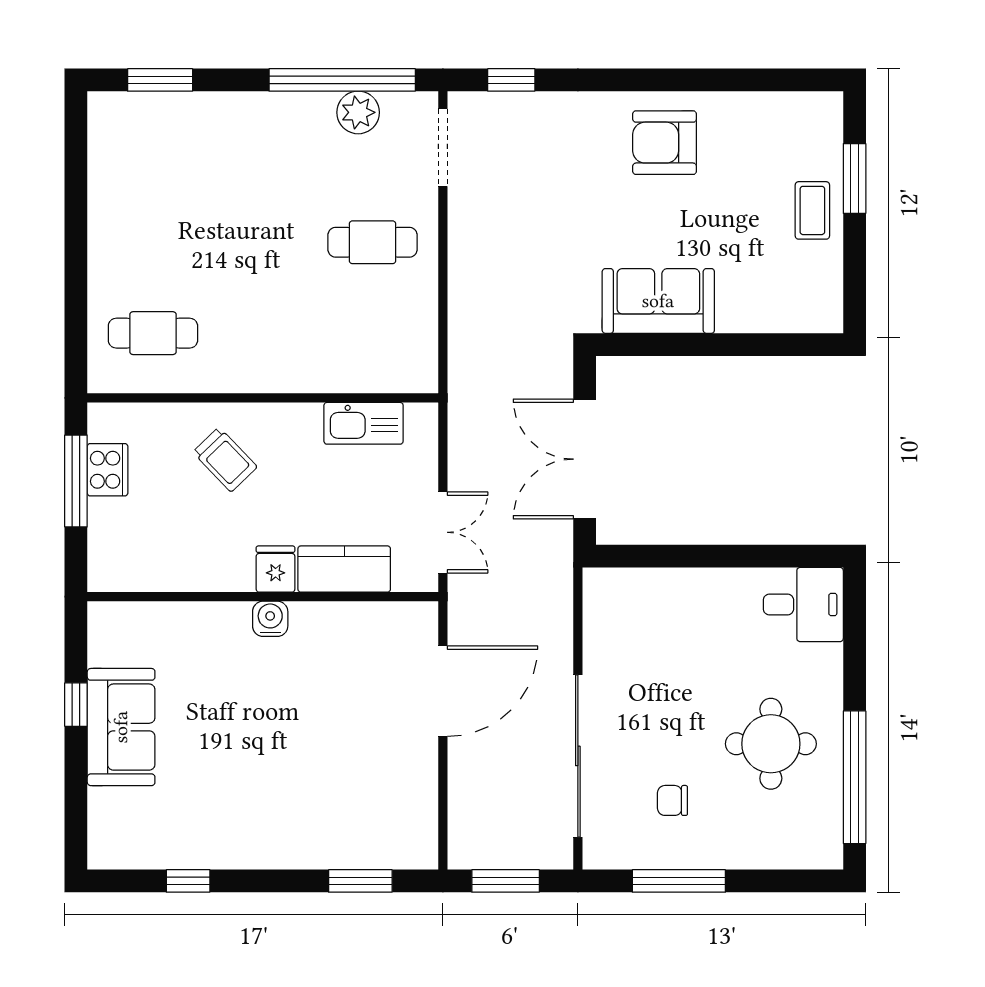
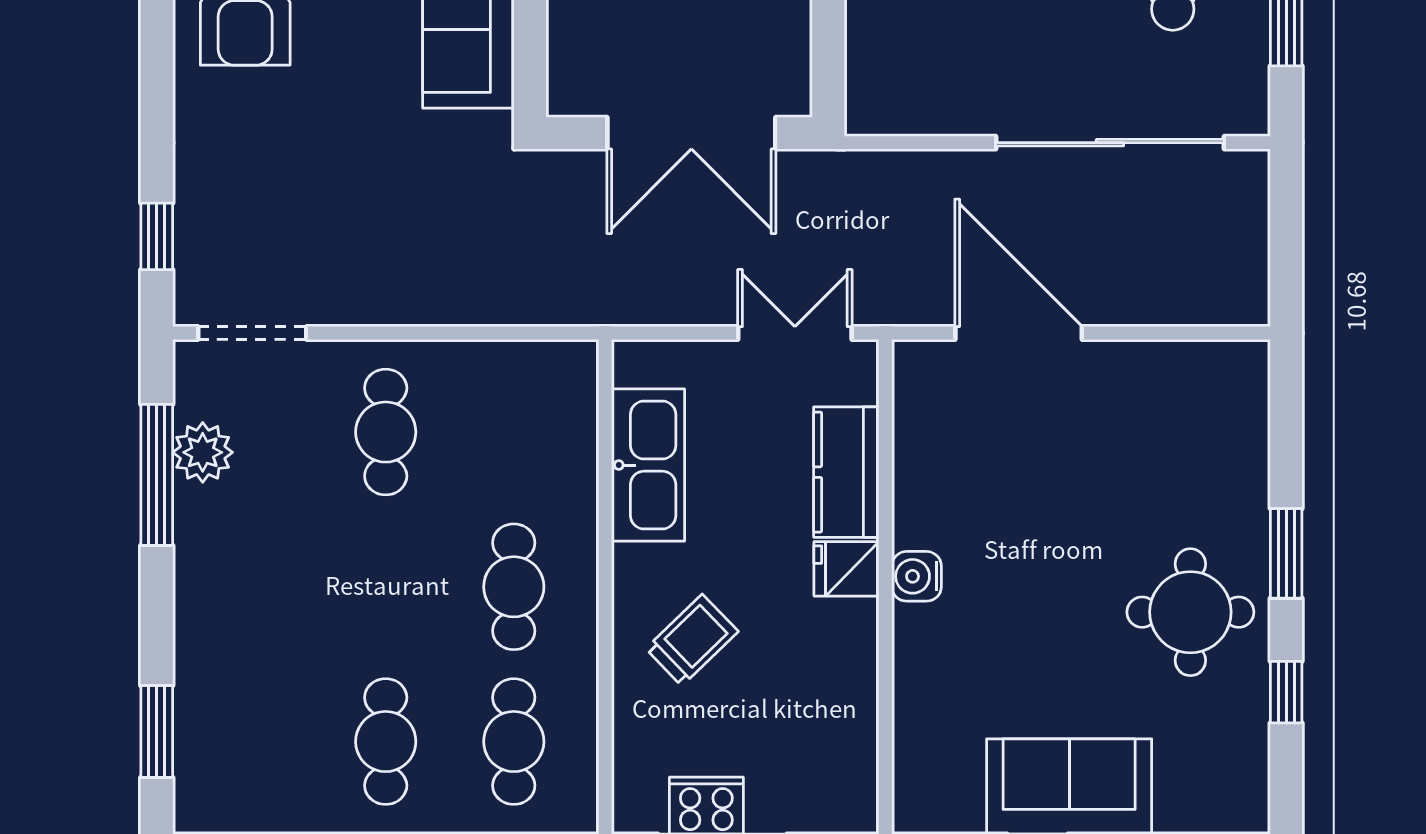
window: (342, 80) -> (157, 475), width x0.68
cafe table: (153, 242) -> (386, 742), added
cafe table: (263, 333) -> (514, 587), added
kitchen sink: (364, 423) -> (648, 465), width x1.36, depth x1.24
round table: (245, 813) -> (1190, 612), added
window: (360, 881) -> (1286, 553), moved
window: (506, 881) -> (1286, 244), removed

